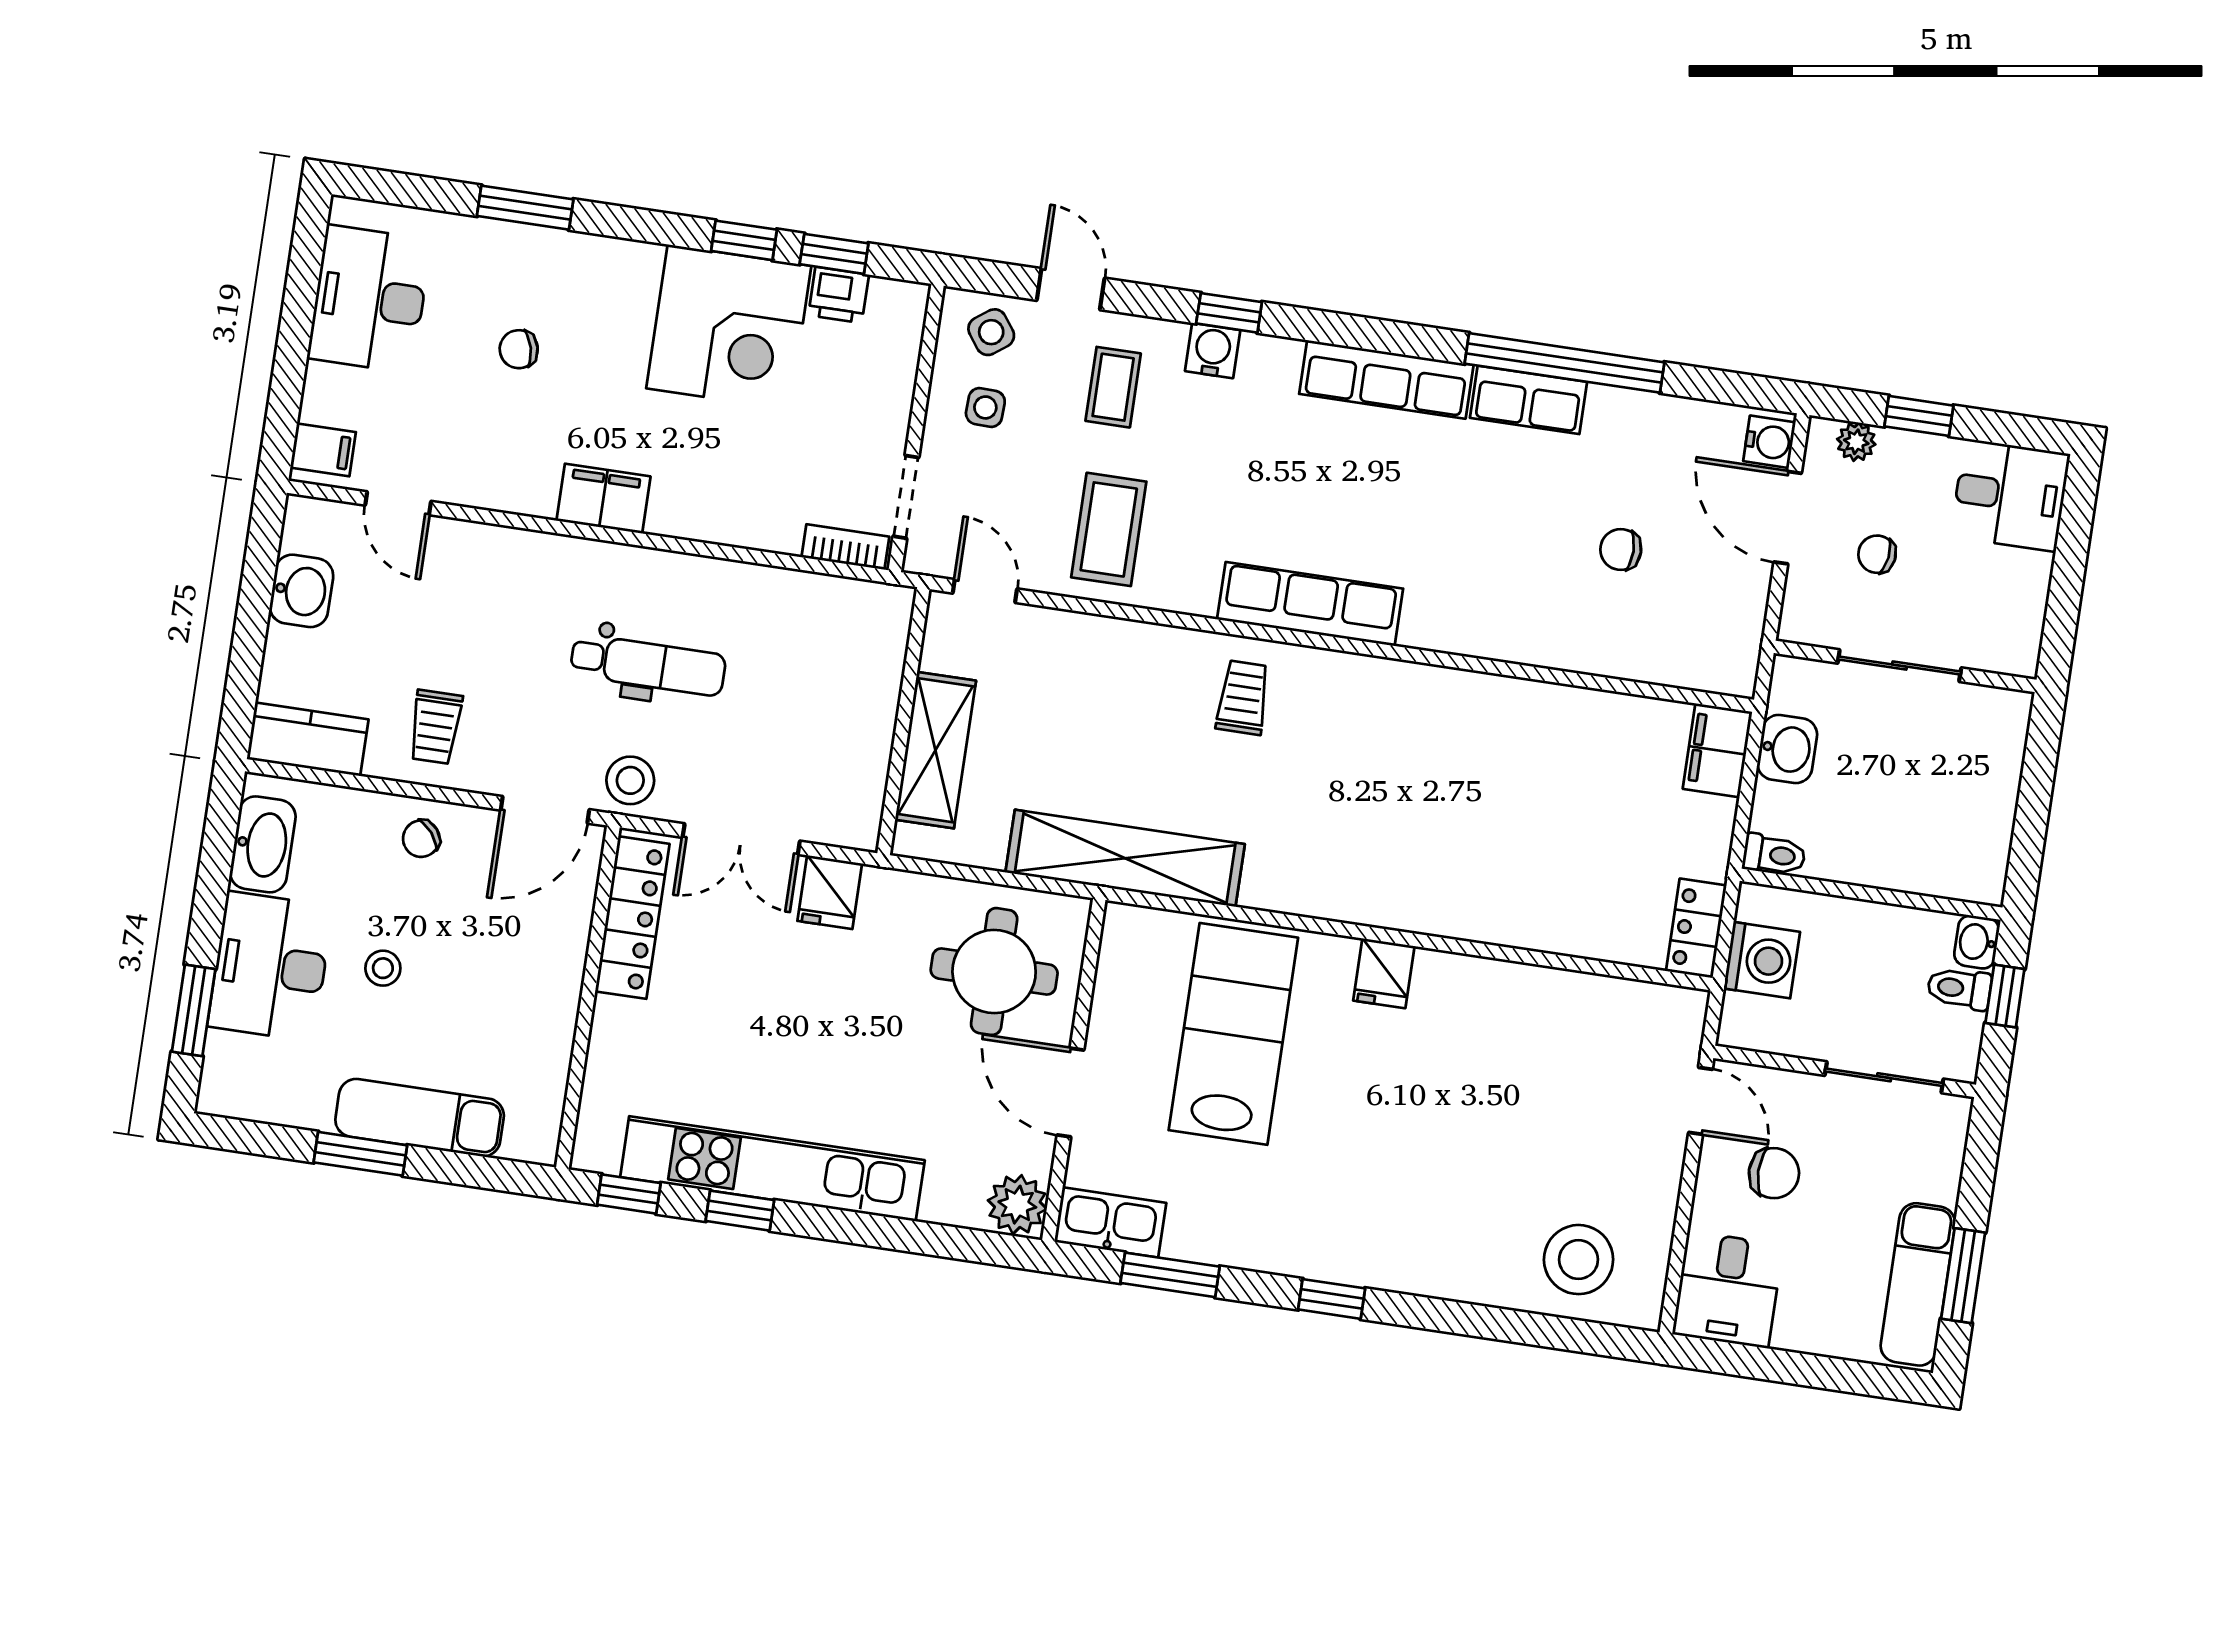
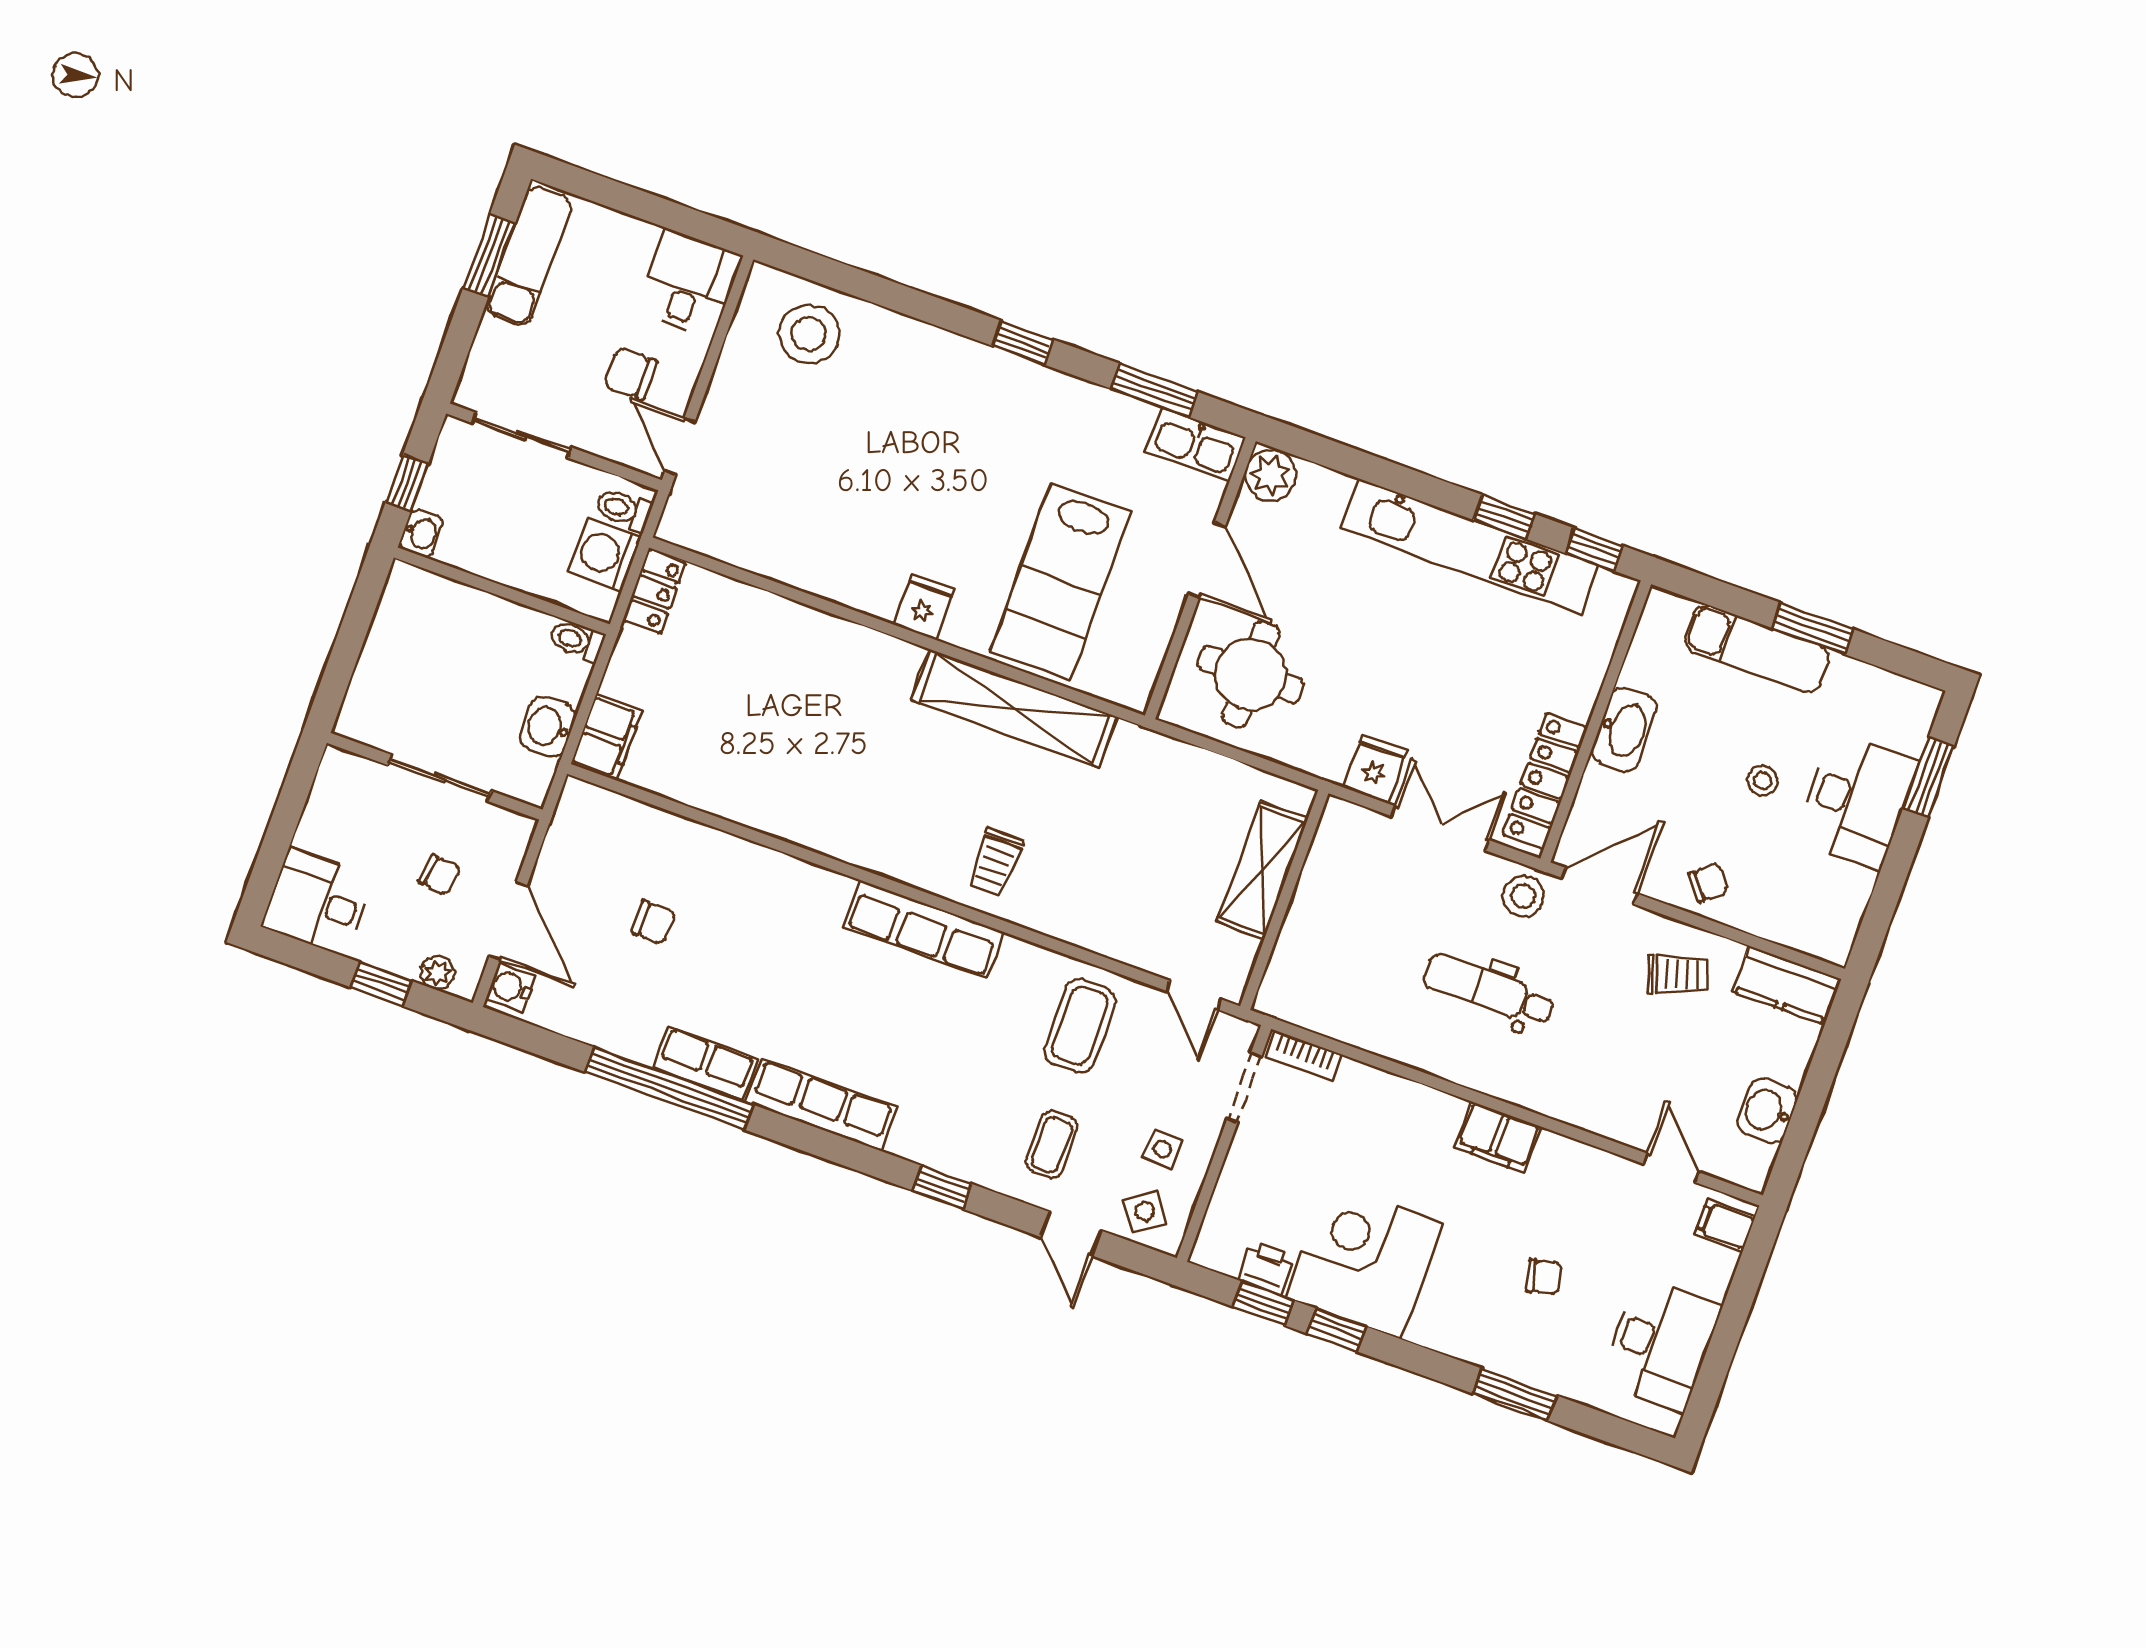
water cooler: (1213, 351) -> (962, 1158), removed
trolley: (435, 727) -> (1678, 974), turned 71
washbasin: (263, 844) -> (1624, 730), moved, turned 180
shelving: (1125, 858) -> (1014, 708), moved
toilet: (1959, 988) -> (623, 509), moved, turned 180

